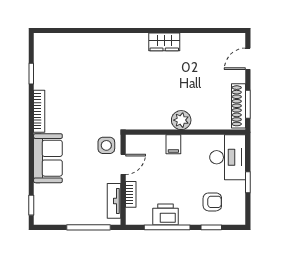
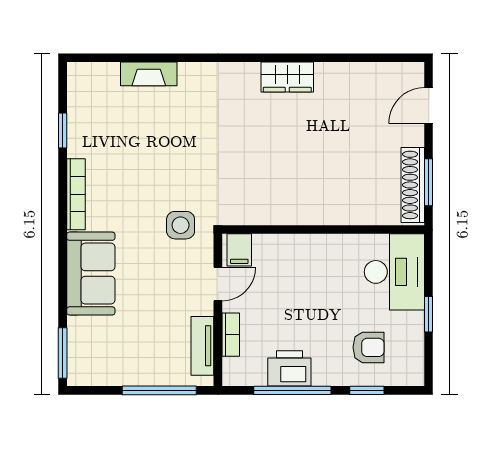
fireplace: (82, 40) -> (149, 74), added
plant: (181, 120) -> (316, 209), removed
filing cabinet: (173, 144) -> (239, 250), moved
side table: (106, 145) -> (181, 225), moved
window: (31, 205) -> (63, 353), width x1.50

